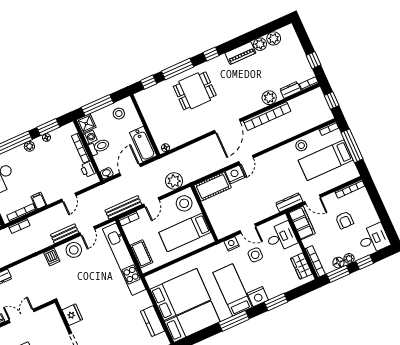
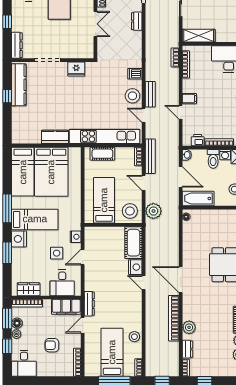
filing cabinet: (39, 201) -> (189, 99), moved
kitchen counter: (153, 321) -> (55, 137), moved

